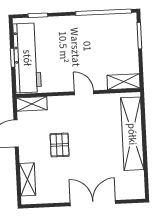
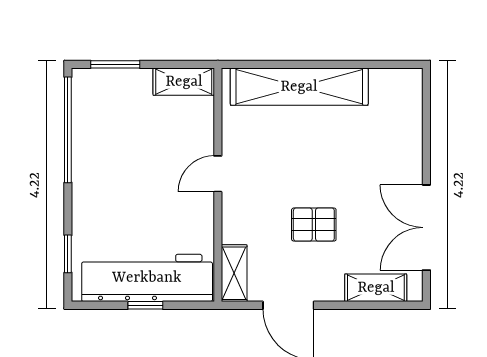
shelving: (124, 82) -> (184, 82), moved, turned 90
double door: (93, 203) -> (426, 228), moved

